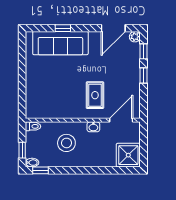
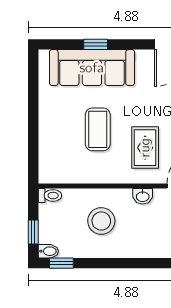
coffee table: (64, 83) -> (98, 129), added

